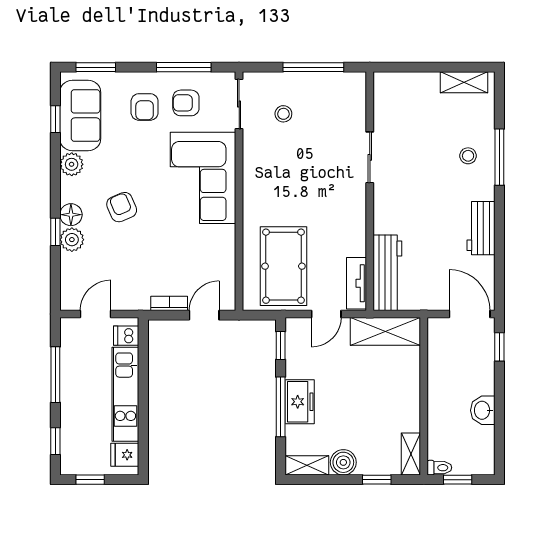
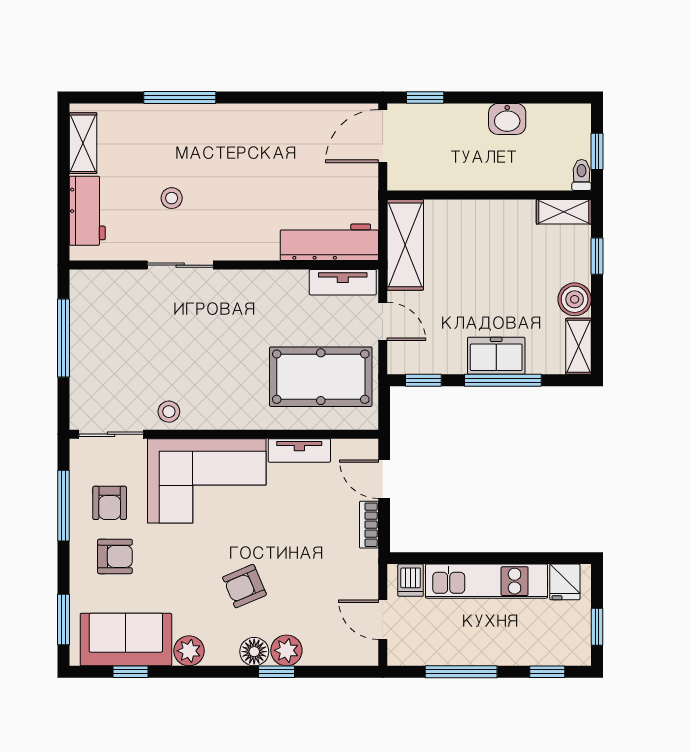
stool: (283, 114) -> (169, 412), moved
stool: (468, 156) -> (172, 198), moved
workbench: (481, 228) -> (87, 211), moved, turned -90
tv unit: (226, 250) -> (299, 450), added

